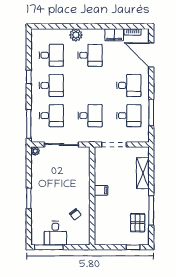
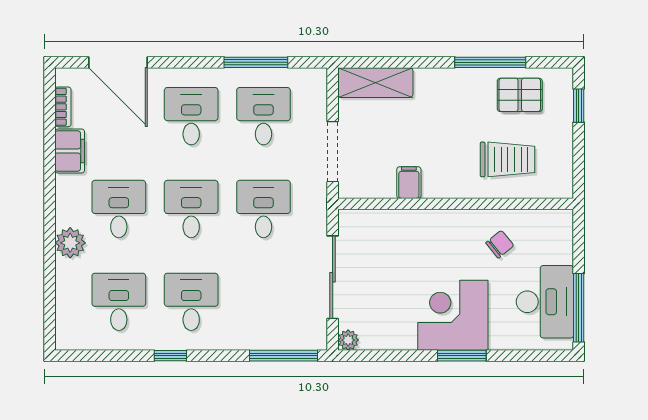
door: (151, 55) -> (118, 62), hinge flipped
desk: (51, 116) -> (191, 209), moved
shelving: (143, 173) -> (375, 83), moved
filing cabinet: (101, 190) -> (409, 183), moved
corner desk: (46, 195) -> (453, 315), added
trolley: (111, 218) -> (508, 159), added
desk: (55, 233) -> (545, 302), width x1.37

